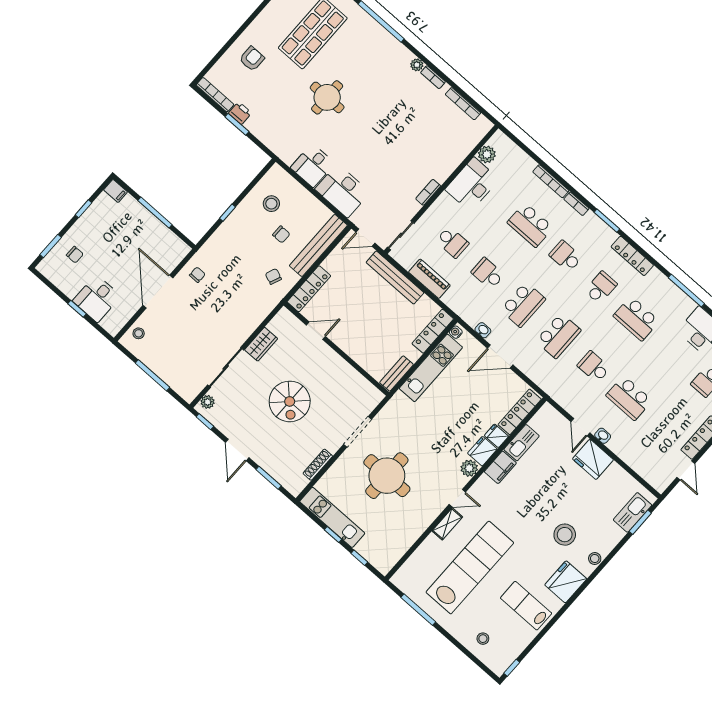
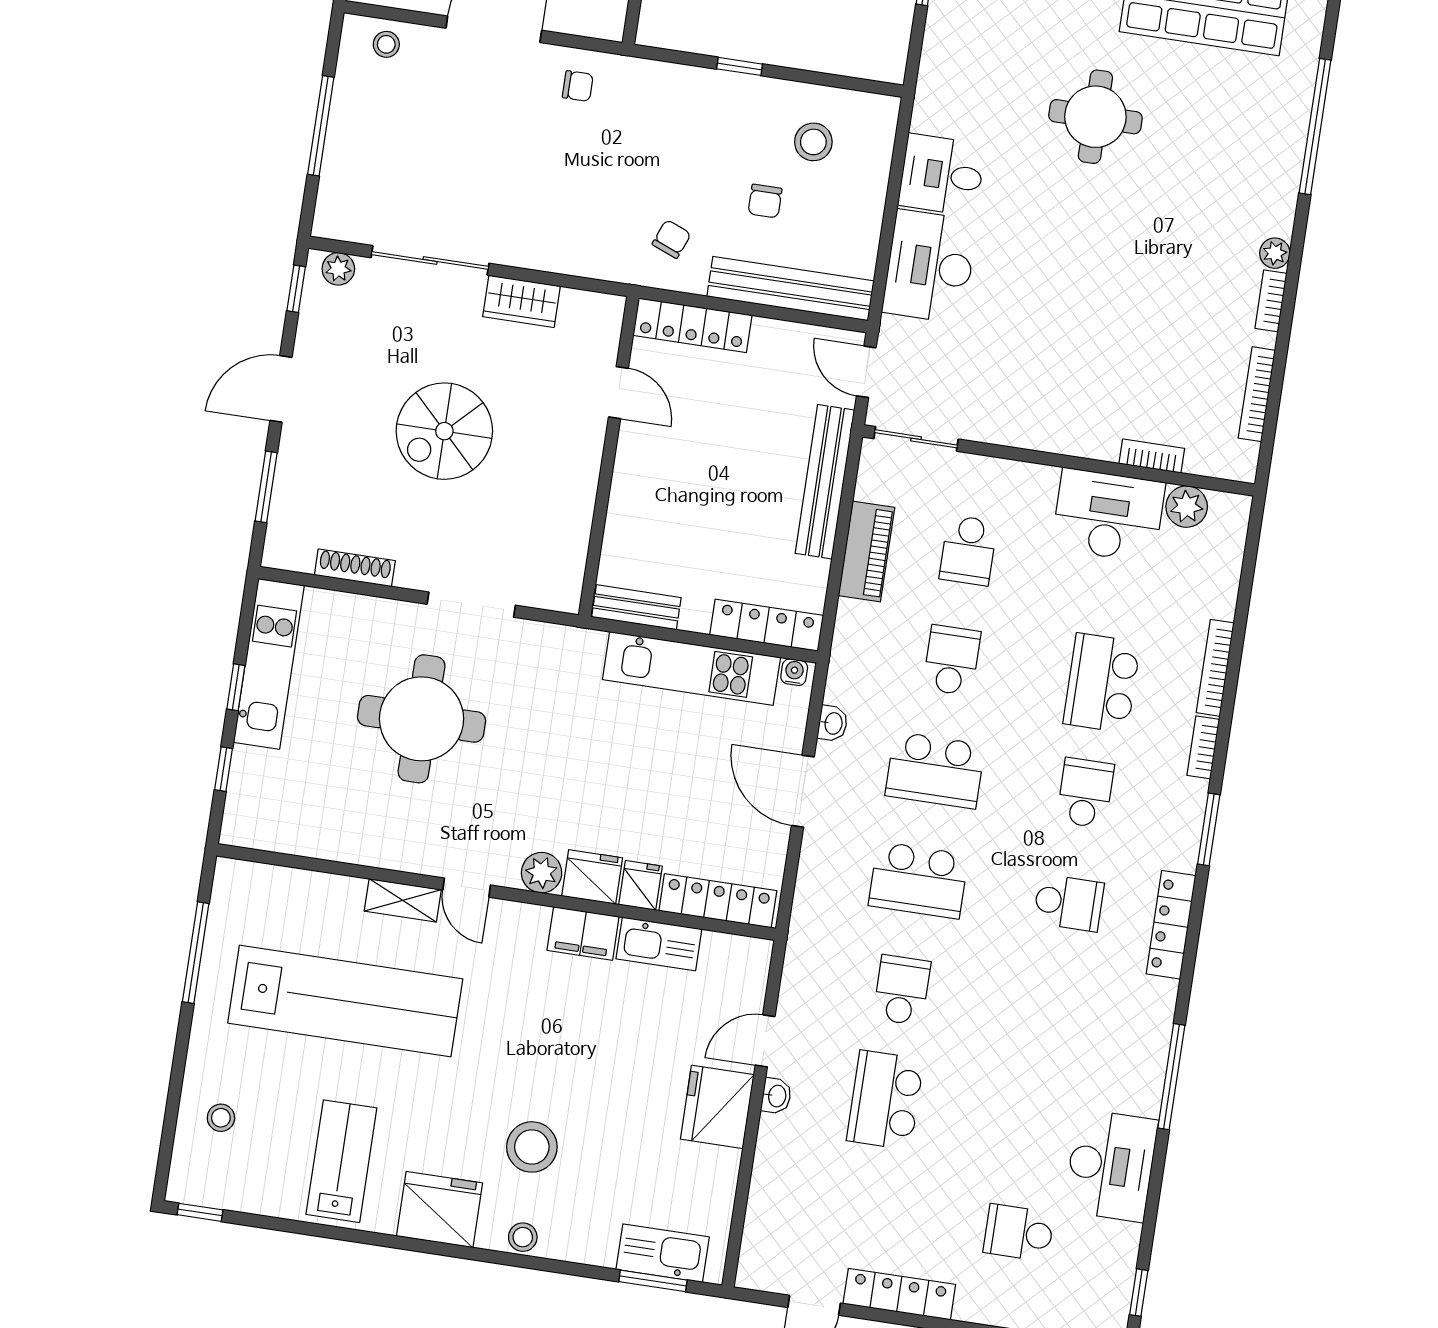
bookcase: (428, 192) -> (1152, 456), moved
school desk: (636, 319) -> (1052, 1013), removed

